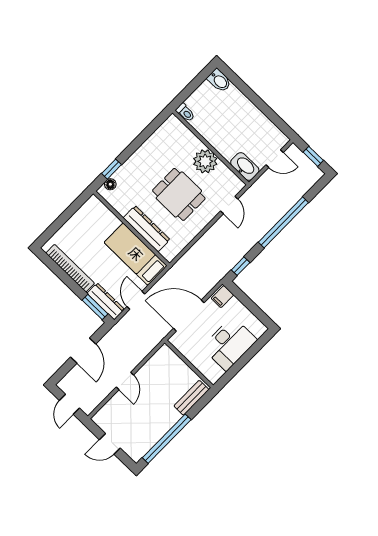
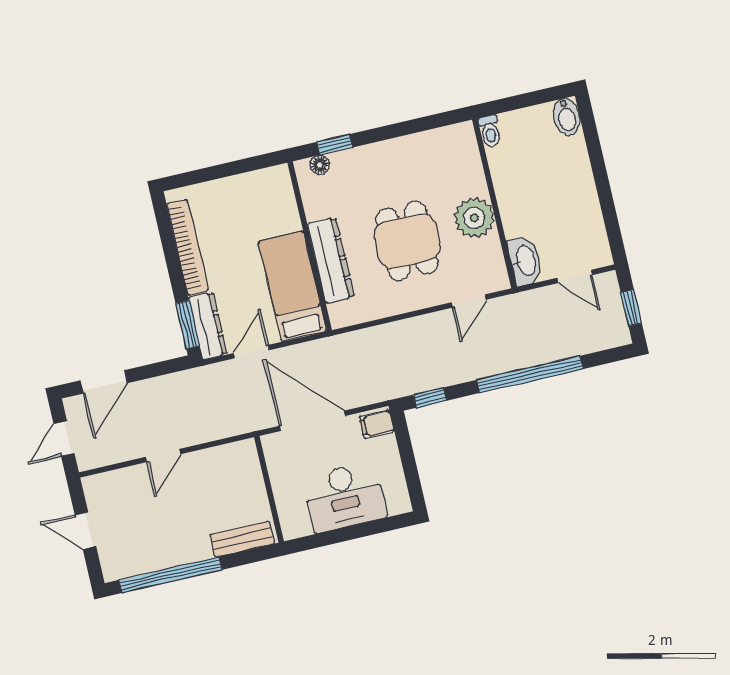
door: (83, 351) -> (104, 382), moved

